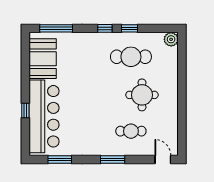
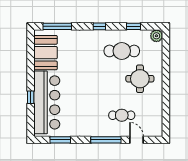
window: (129, 28) -> (134, 26), moved
round table: (142, 95) -> (140, 79), moved
window: (113, 160) -> (106, 140), width x1.44
door: (163, 160) -> (136, 140), moved

